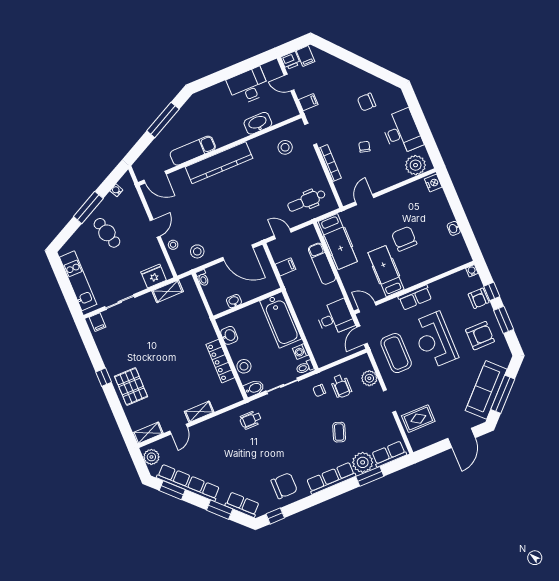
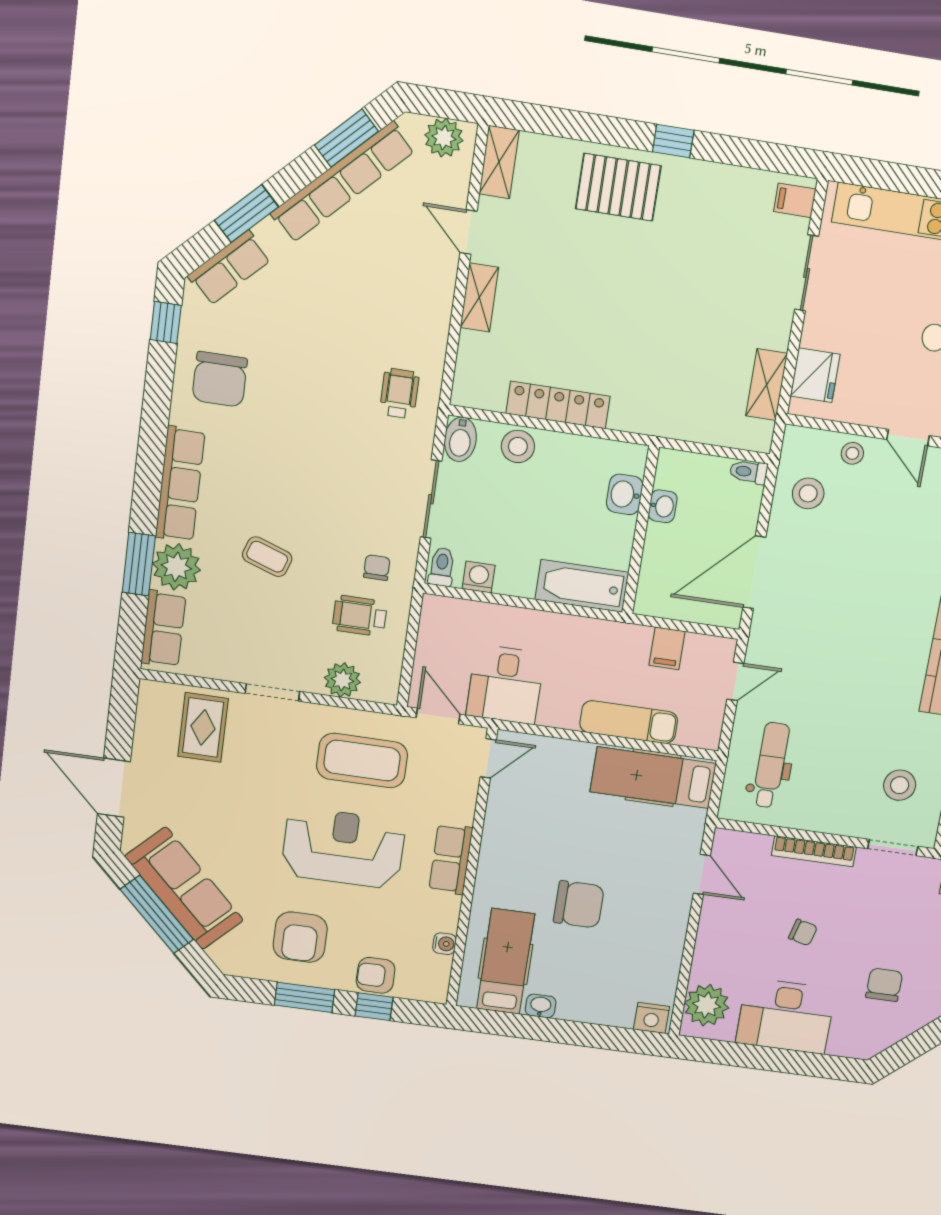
hospital bed: (386, 271) -> (506, 961), moved, turned -90
water cooler: (472, 271) -> (444, 944), moved
bathtub: (281, 320) -> (582, 586), width x0.73, depth x0.73
washbasin: (229, 335) -> (625, 494), moved, turned 90

